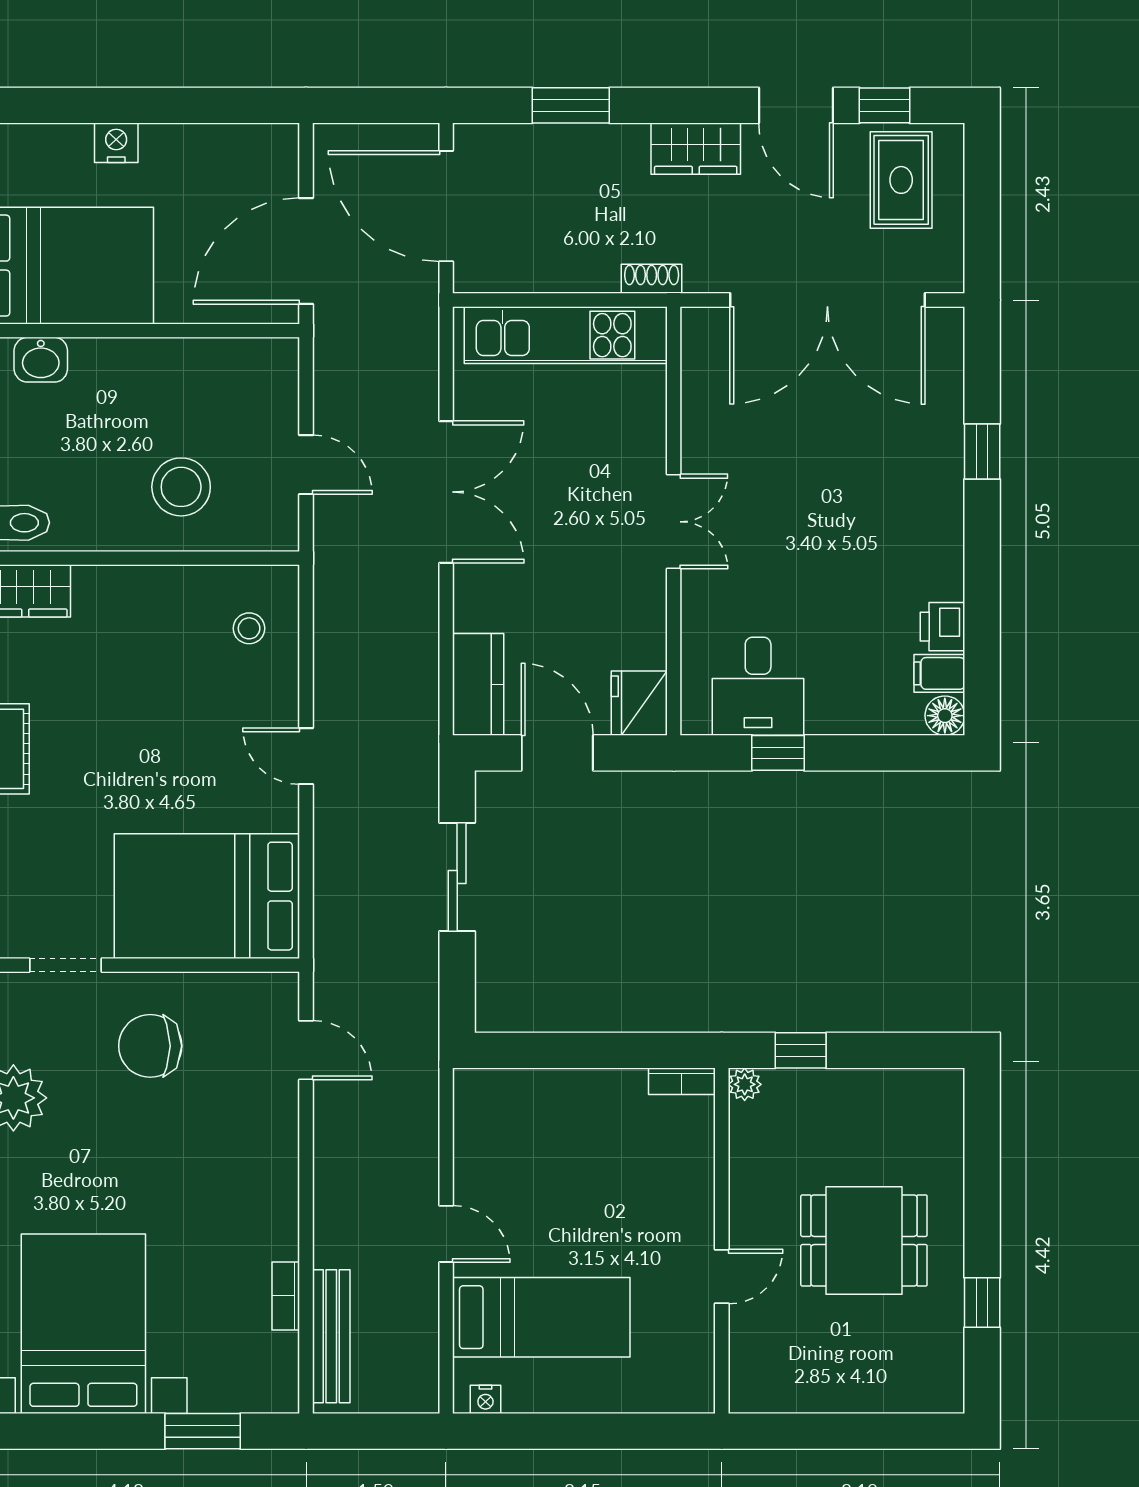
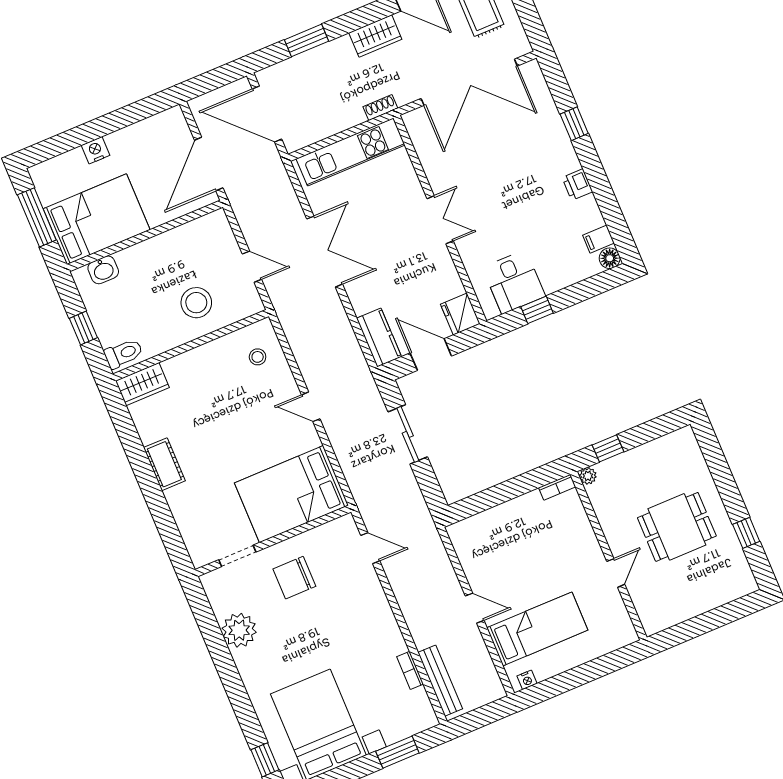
printer: (943, 627) -> (577, 185), moved

